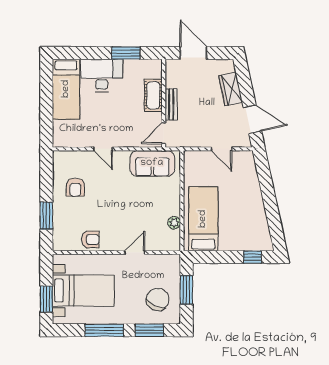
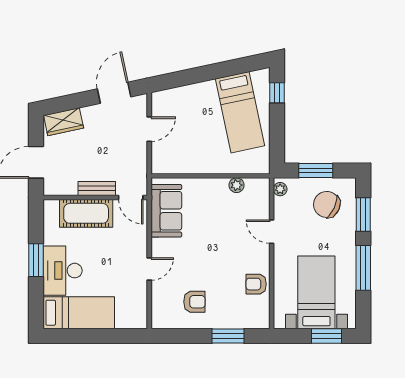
window: (126, 53) -> (36, 260), moved
wardrobe: (231, 89) -> (64, 122), moved
cot: (153, 95) -> (86, 213), width x1.37, depth x1.34
bed: (203, 219) -> (240, 112), moved, turned -102
armchair: (90, 239) -> (256, 284), turned -90
plant: (171, 260) -> (280, 189), added

